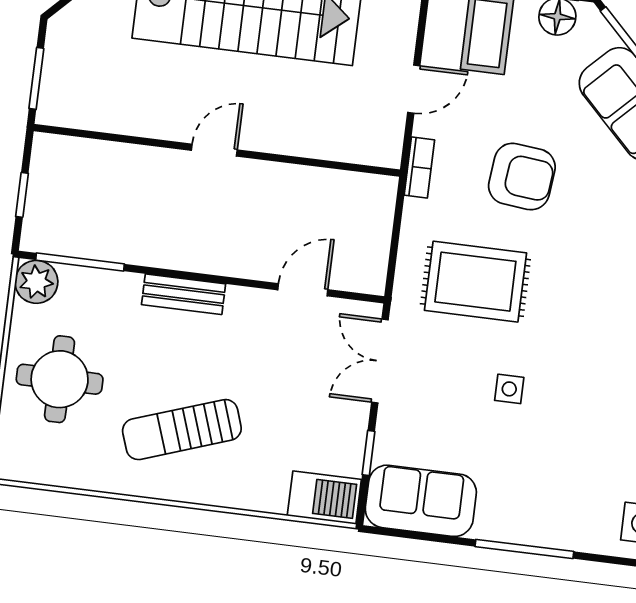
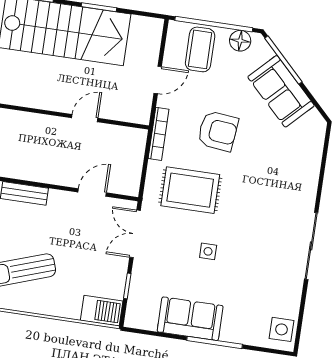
door: (214, 150) -> (85, 118), moved
bookcase: (419, 168) -> (159, 134), width x1.56
sofa: (421, 501) -> (190, 319), moved

